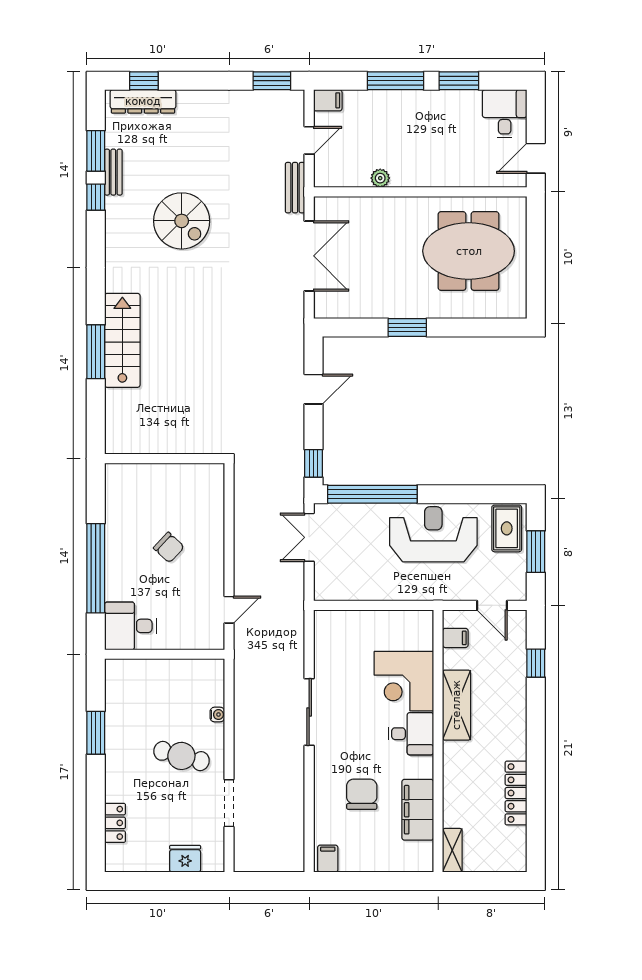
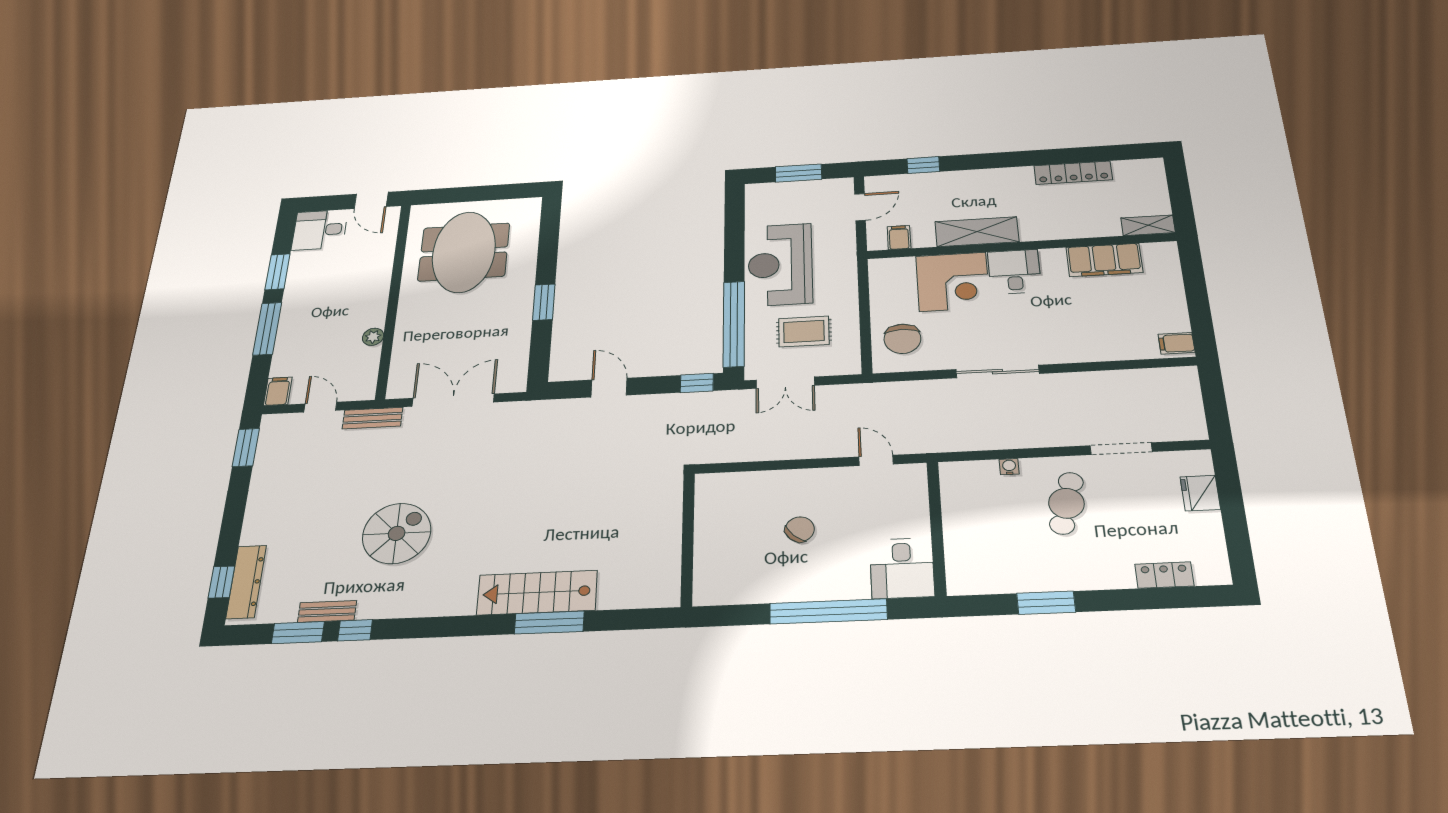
rug: (507, 528) -> (804, 332), moved
chair: (362, 794) -> (902, 339), moved, turned -90

